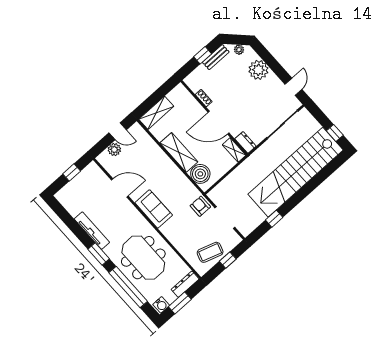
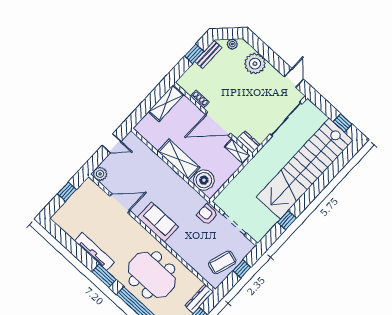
shelving: (156, 113) -> (166, 103), moved
plant: (114, 150) -> (100, 174), moved

